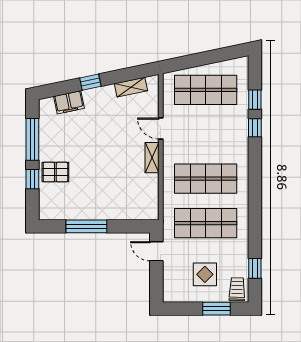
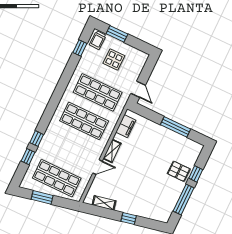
window: (213, 57) -> (42, 197), added
filing cabinet: (69, 102) -> (126, 126), moved, turned 102
door: (161, 128) -> (98, 167), hinge flipped

